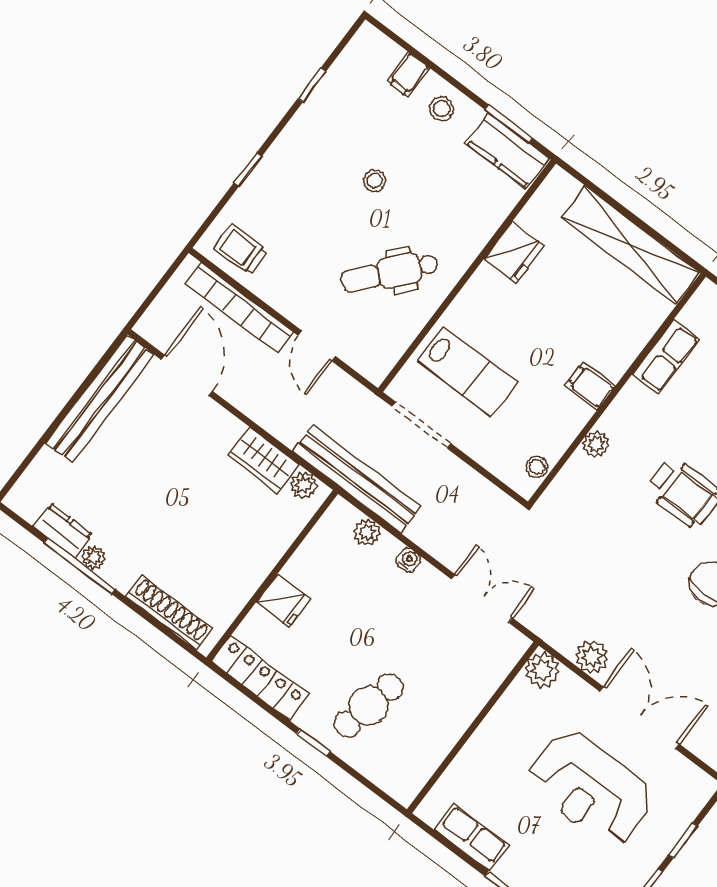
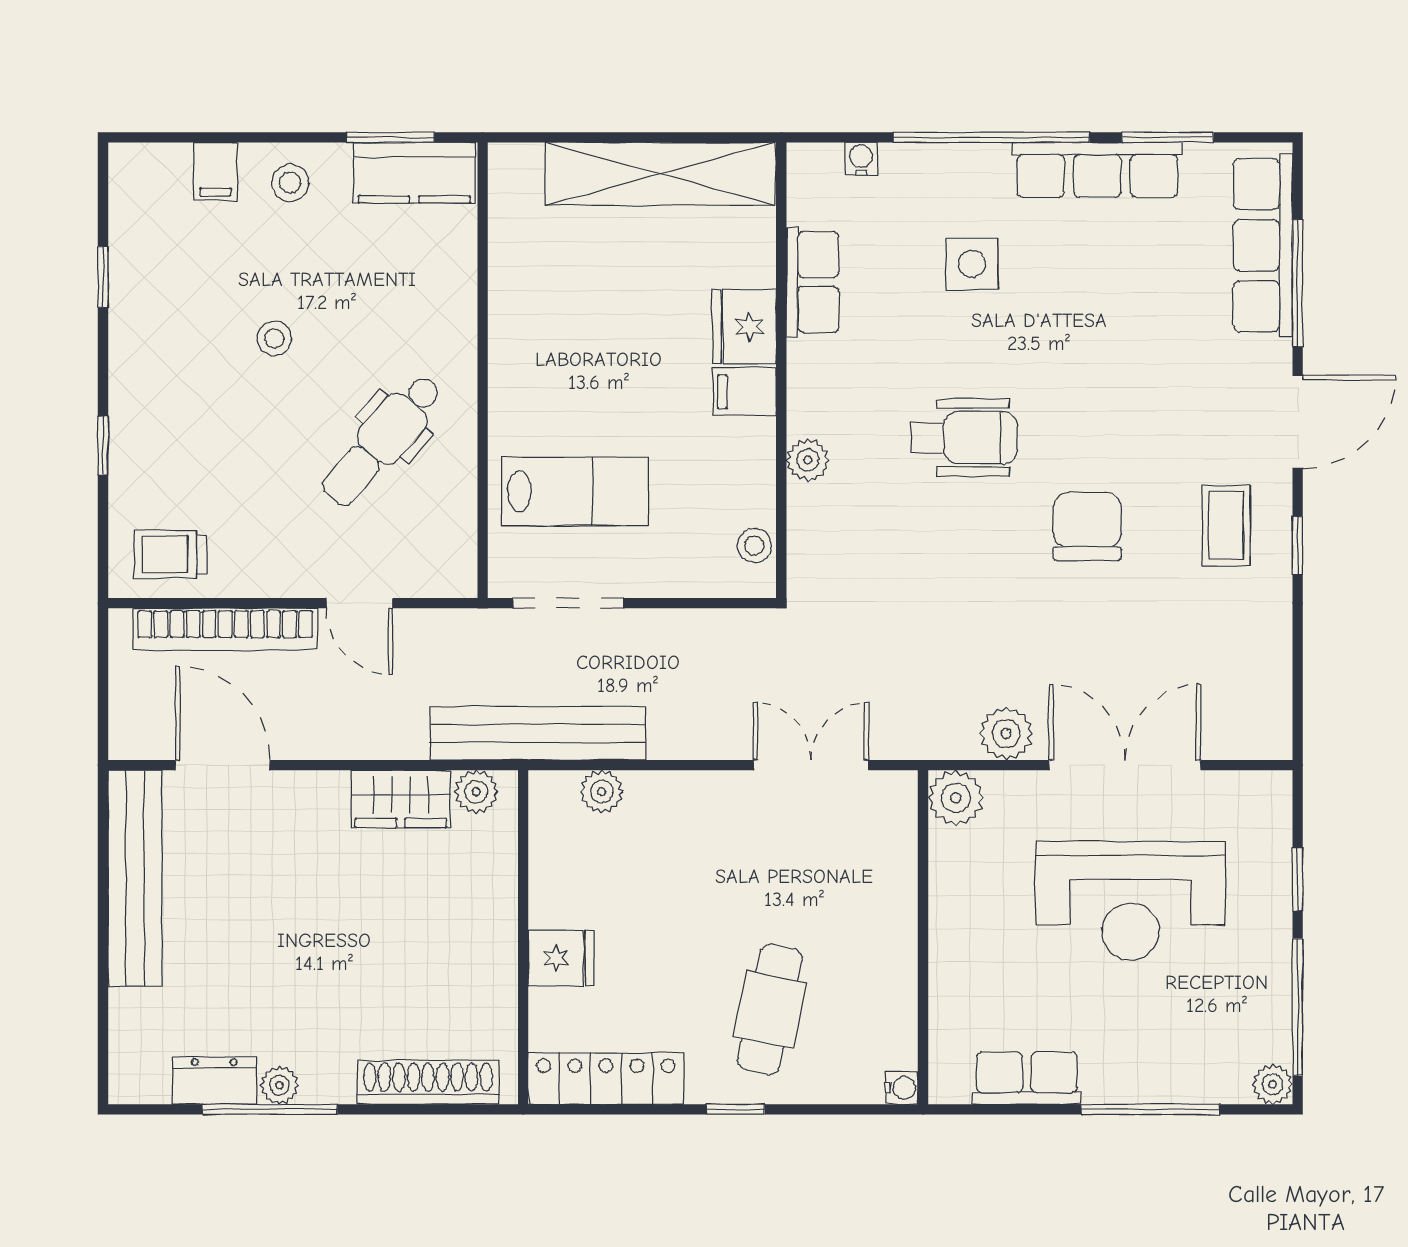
fridge: (514, 252) -> (744, 327), moved, turned 180
water cooler: (409, 560) -> (902, 1088), moved, turned 90

